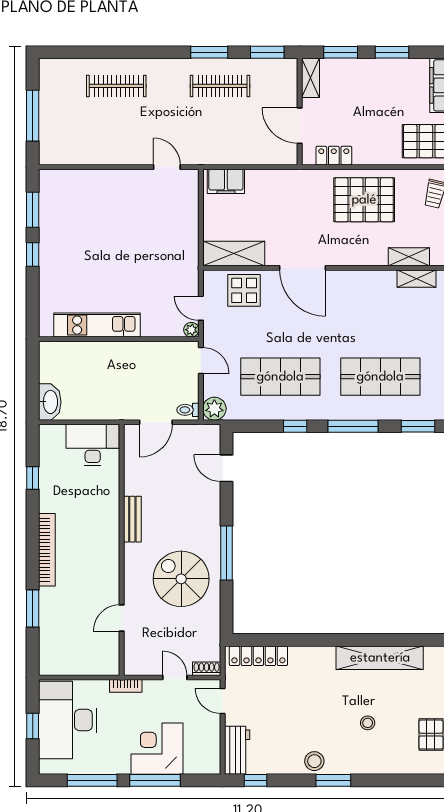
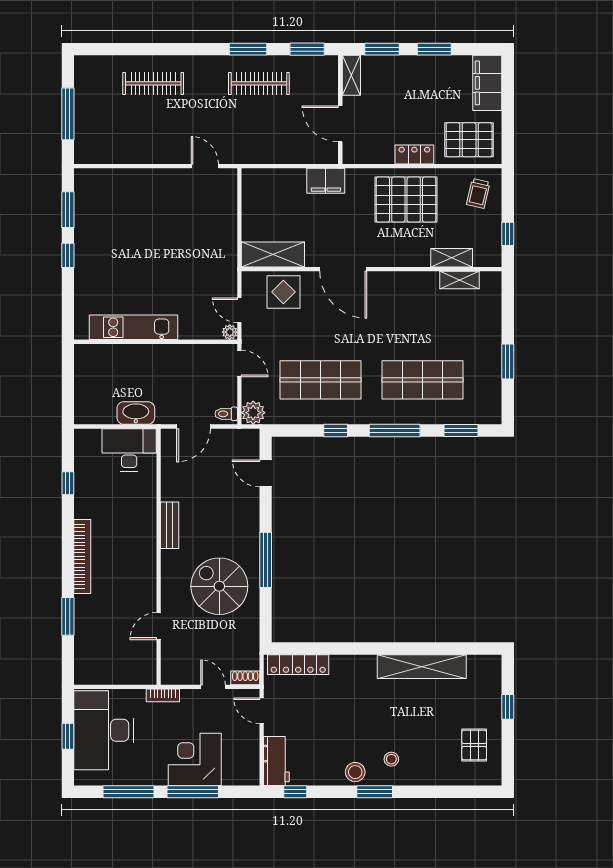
locker: (334, 156) -> (414, 154), moved
filing cabinet: (226, 181) -> (326, 181), moved
washbasin: (50, 402) -> (136, 413), moved, turned -90
stool: (368, 723) -> (391, 759), moved

